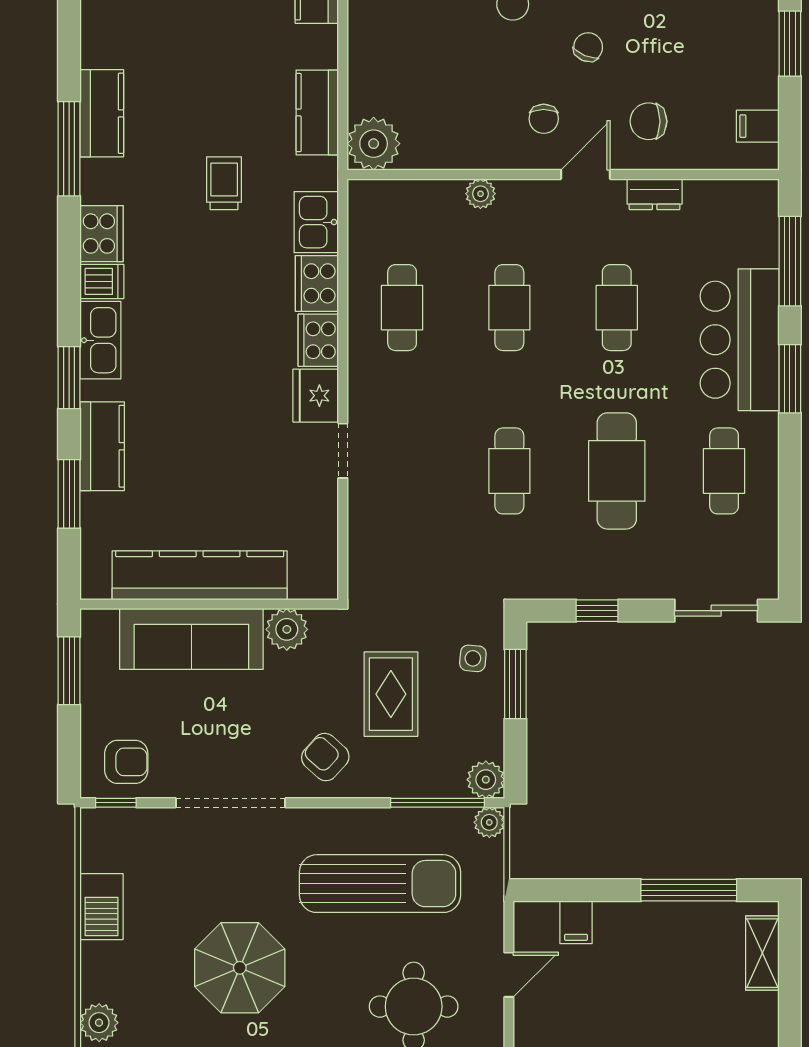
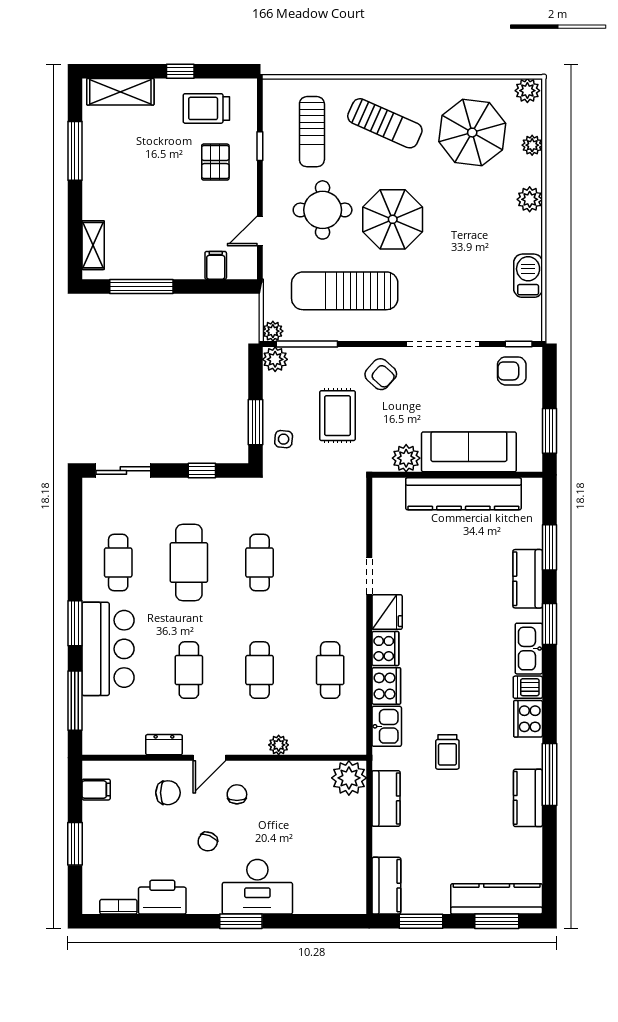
parasol: (240, 968) -> (393, 219), moved

